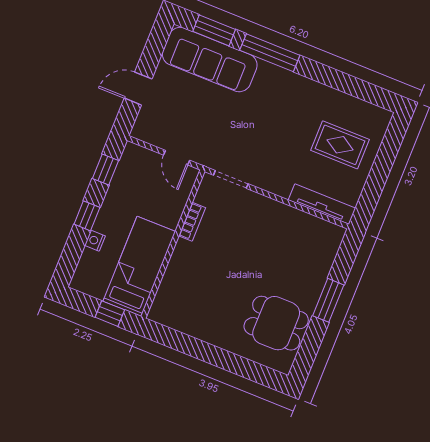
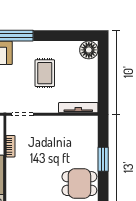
floor lamp: (375, 121) -> (89, 50), added
rug: (340, 145) -> (45, 73), moved, turned 90

